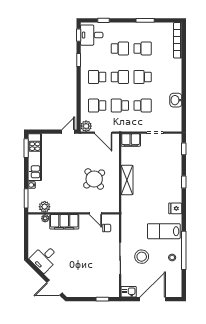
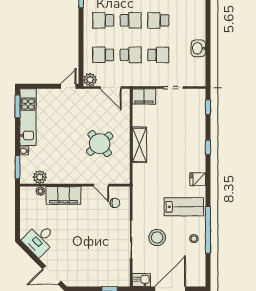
school desk: (120, 106) -> (131, 55), turned 180
lab bench: (164, 231) -> (184, 207), turned 180

